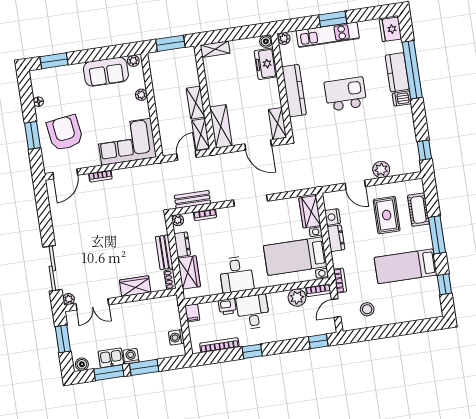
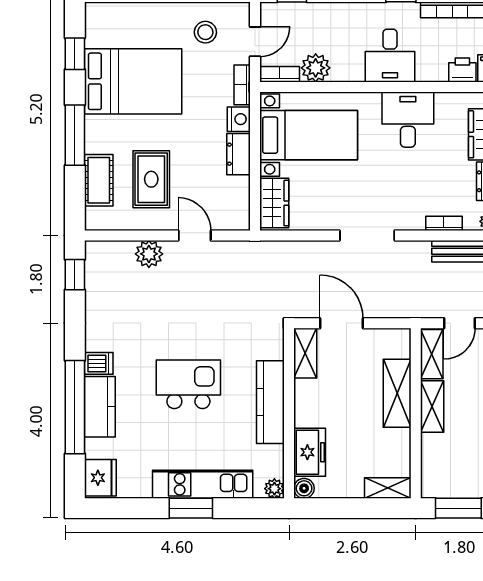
kitchen island: (345, 94) -> (188, 384), turned 180
shelving: (221, 126) -> (397, 393), moved
nightstand: (333, 217) -> (239, 119), moved
bed: (406, 266) -> (133, 81), width x1.50
printer: (227, 307) -> (462, 70), moved

